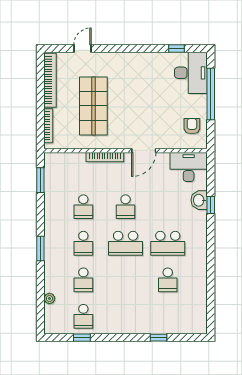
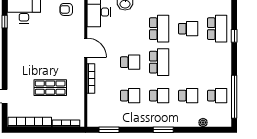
shop shelf: (93, 106) -> (50, 88), width x0.70, depth x0.74
school desk: (168, 316) -> (217, 29), added
window: (82, 338) -> (234, 97), width x3.17

